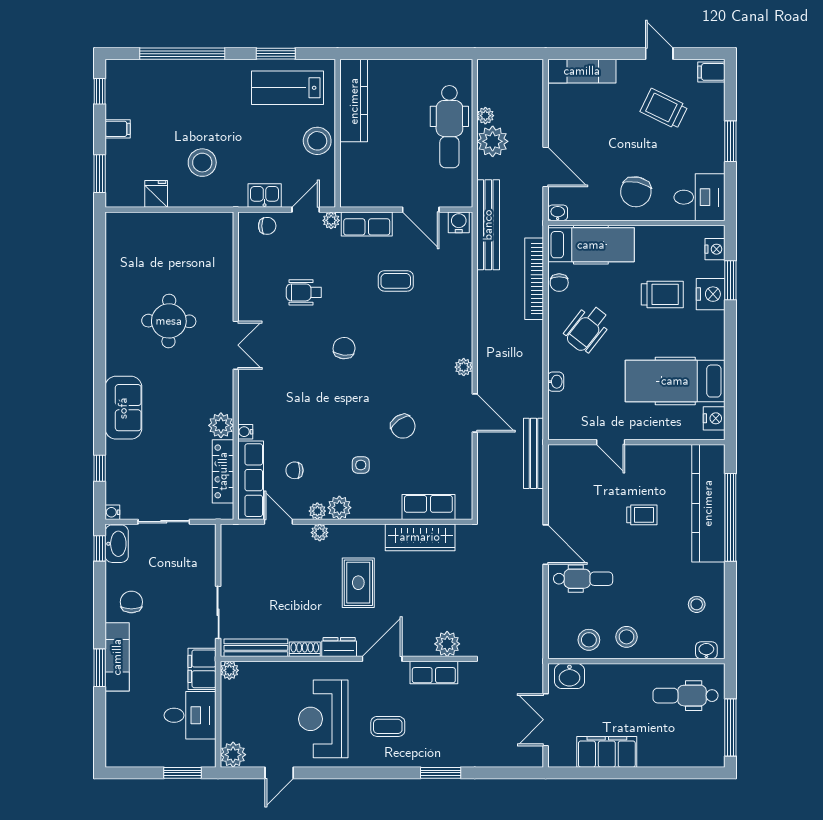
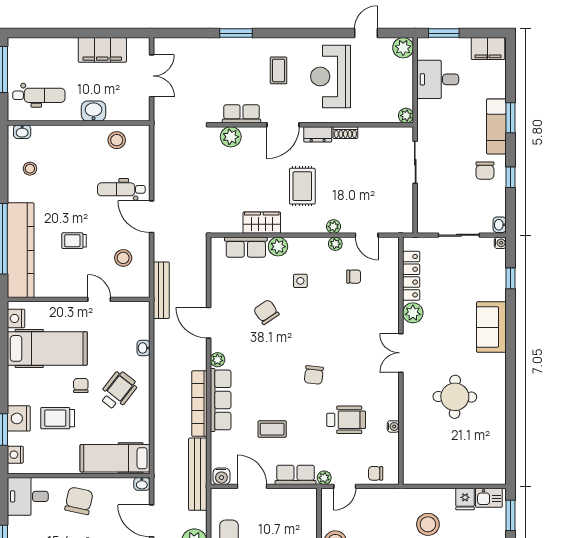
kitchen sink: (265, 196) -> (489, 498), moved
bookcase: (534, 279) -> (199, 404), moved, turned 180
chair: (559, 283) -> (81, 385), moved
wheelchair: (304, 292) -> (346, 420), width x1.36, depth x1.37
double door: (236, 345) -> (401, 353), moved
water cooler: (245, 432) -> (393, 426), moved
row of seats: (251, 480) -> (221, 400), moved, turned 180
plant: (339, 508) -> (278, 247), moved
wardrobe: (420, 537) -> (262, 223), width x0.67
washbasin: (117, 544) -> (500, 225), width x0.52, depth x0.69
window: (100, 548) -> (510, 177), moved
stool: (626, 637) -> (123, 258), moved
bench: (256, 648) -> (385, 134), removed
filing cabinet: (202, 669) -> (488, 49), moved, turned 90
washbasin: (569, 676) -> (94, 111), moved
reception desk: (323, 719) -> (330, 76), turned 180
coffee table: (388, 726) -> (279, 70), turned 90

